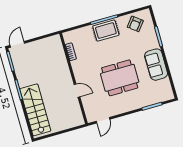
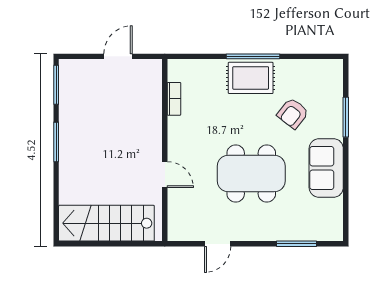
armchair: (135, 24) -> (293, 113), moved
door: (17, 44) -> (118, 56), moved
stairs: (35, 110) -> (106, 223), moved, turned -90
door: (103, 120) -> (218, 244), moved

